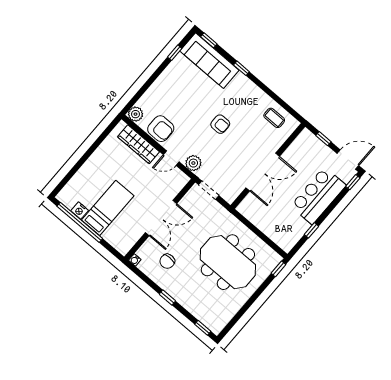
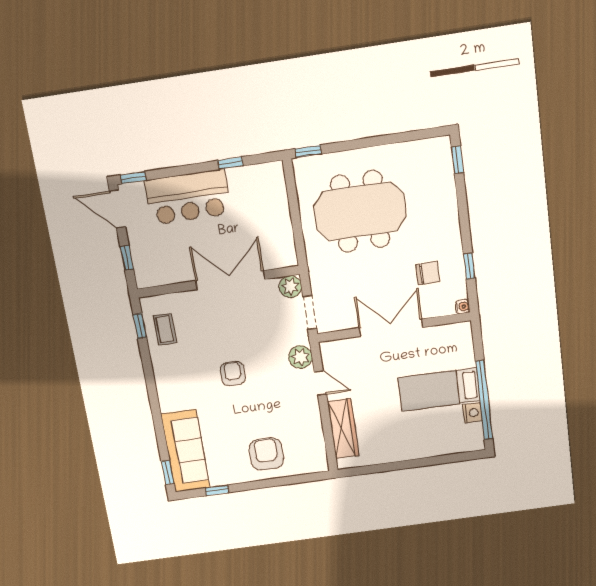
window: (241, 68) -> (140, 326), moved
plant: (135, 114) -> (290, 287), moved
armchair: (161, 129) -> (266, 454), moved
meeting table: (228, 262) -> (360, 211), turned 90
window: (167, 297) -> (469, 266), moved

